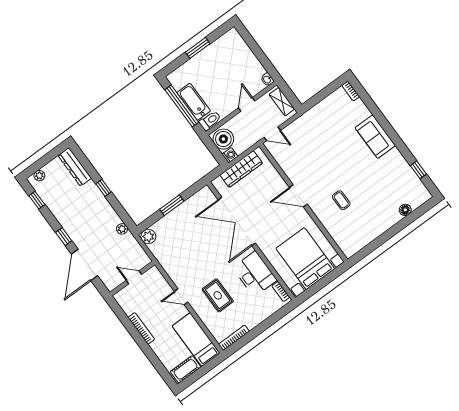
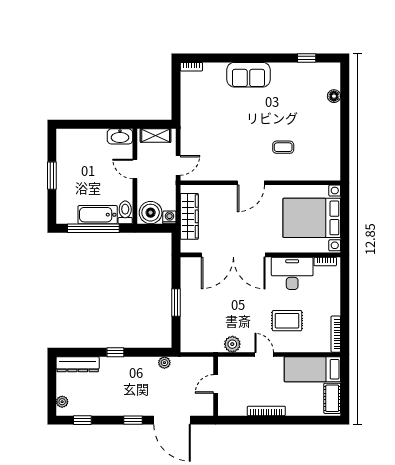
washbasin: (267, 79) -> (120, 136), width x1.91, depth x1.45
plant: (148, 236) -> (232, 344), moved
door: (181, 297) -> (264, 354), swing flipped

